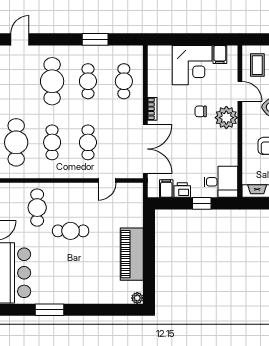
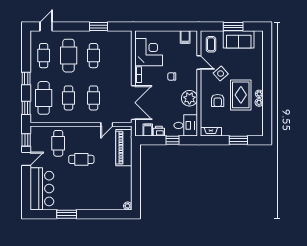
corner desk: (192, 65) -> (149, 52), moved, turned -90
cafe table: (124, 81) -> (44, 56), moved
plant: (226, 118) -> (189, 98), moved
piano: (132, 254) -> (124, 148), moved

